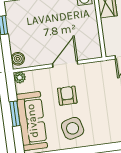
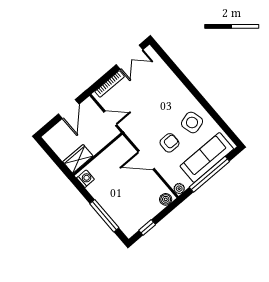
armchair: (67, 96) -> (169, 143), turned 180
window: (15, 114) -> (209, 174), width x2.11

